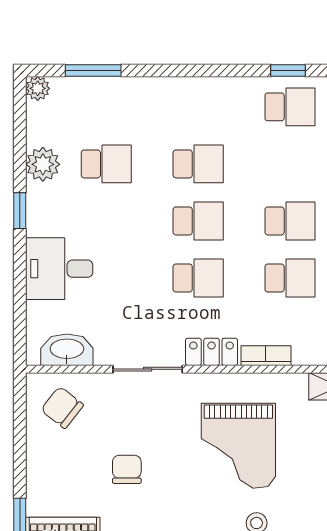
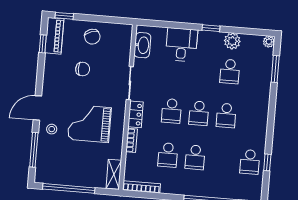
chair: (62, 407) -> (92, 37), moved, turned 122

